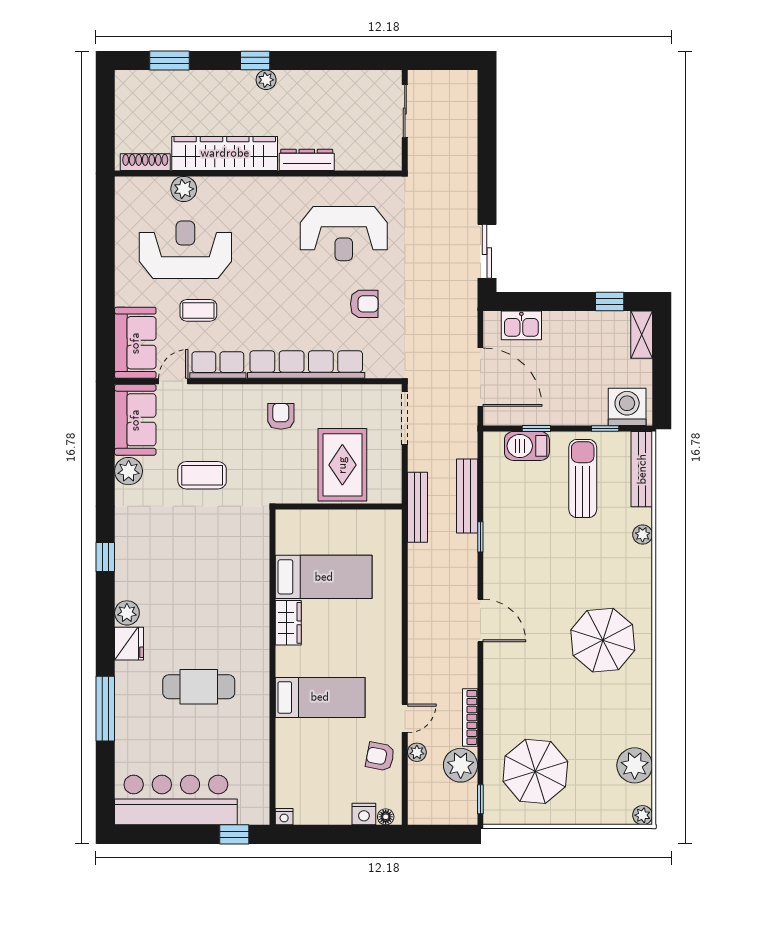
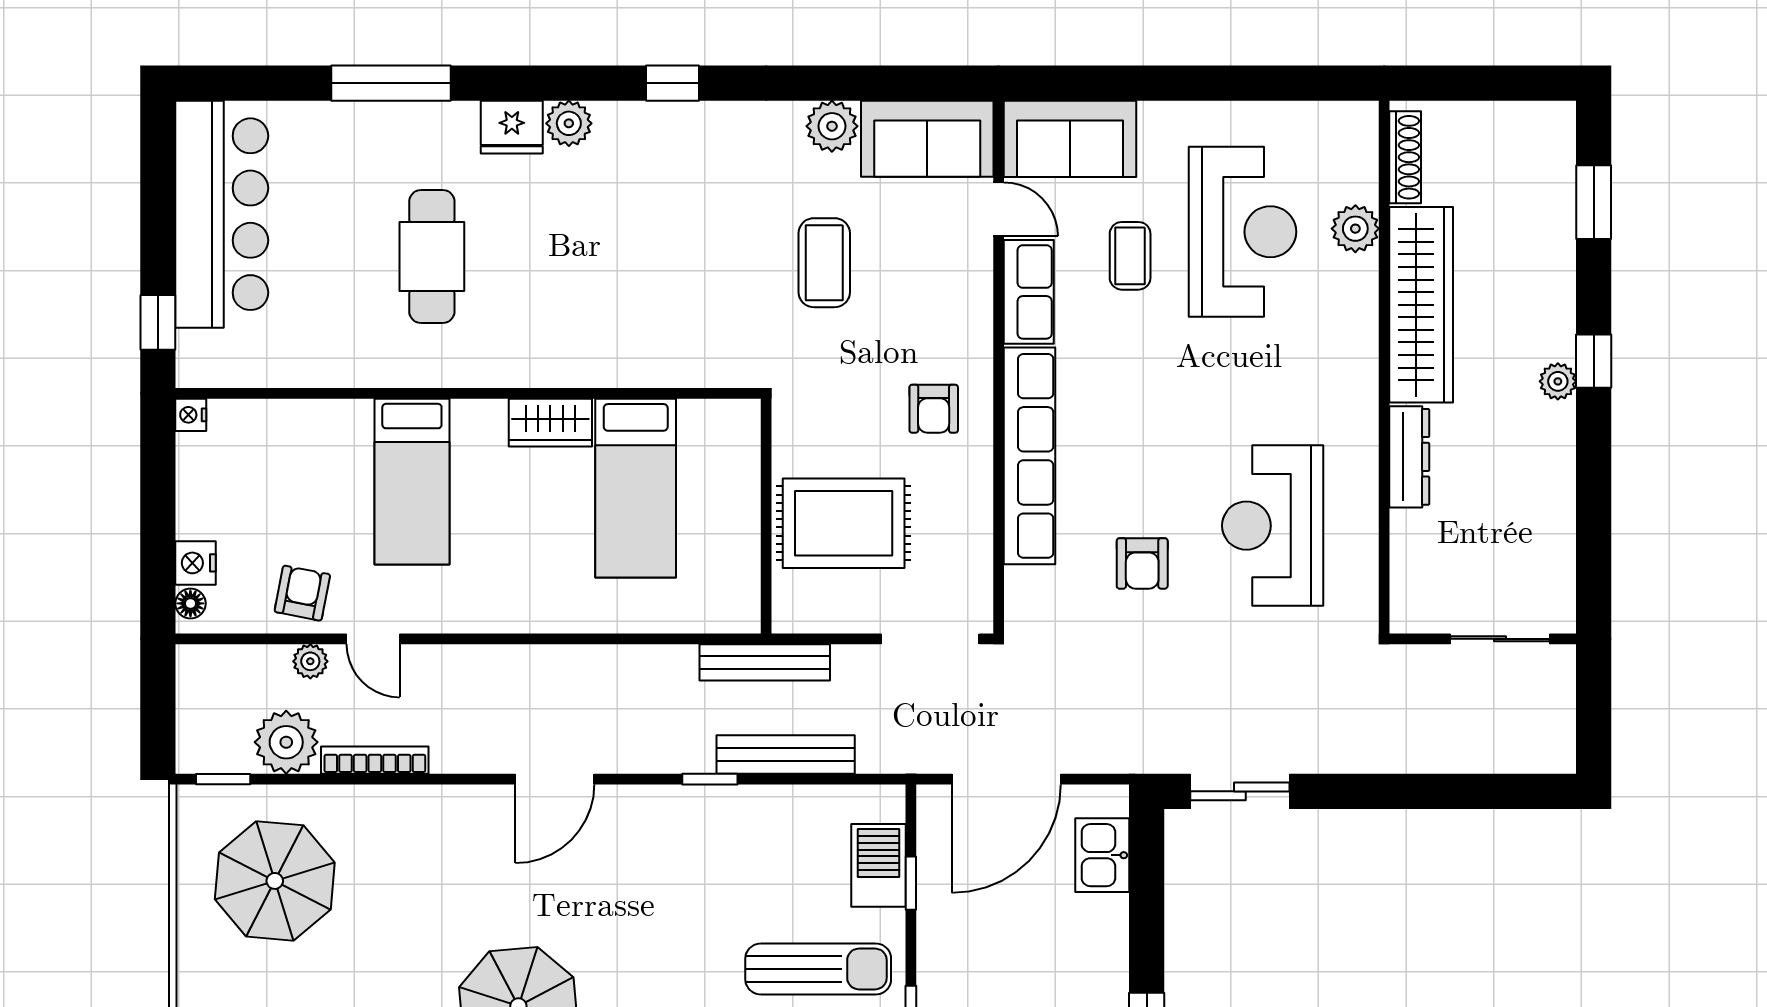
armchair: (281, 416) -> (934, 409), turned 90

